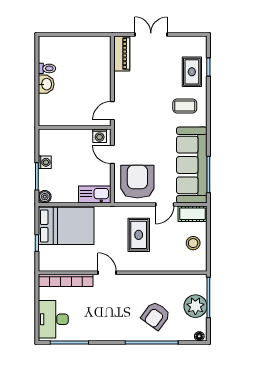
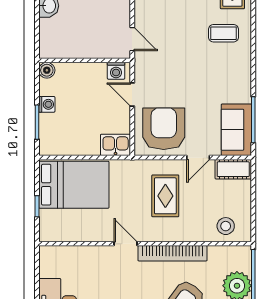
door: (112, 111) -> (132, 39), swing flipped
sofa: (192, 165) -> (236, 130), width x0.54, depth x0.79
kitchen sink: (95, 194) -> (116, 145), width x0.73
boiler: (45, 197) -> (47, 70), moved
stool: (193, 243) -> (226, 226), moved
bookcase: (66, 280) -> (173, 253), moved

